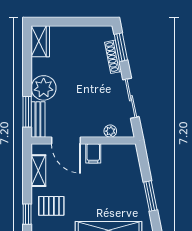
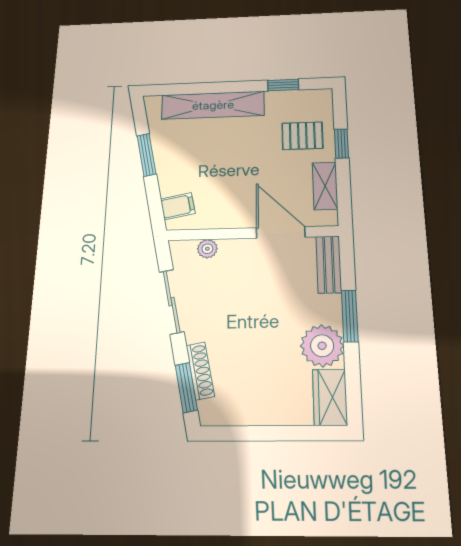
plant: (44, 88) -> (322, 346), moved
window: (27, 112) -> (350, 316), moved
filing cabinet: (93, 153) -> (178, 206), moved, turned 79
window: (27, 214) -> (341, 143), moved

